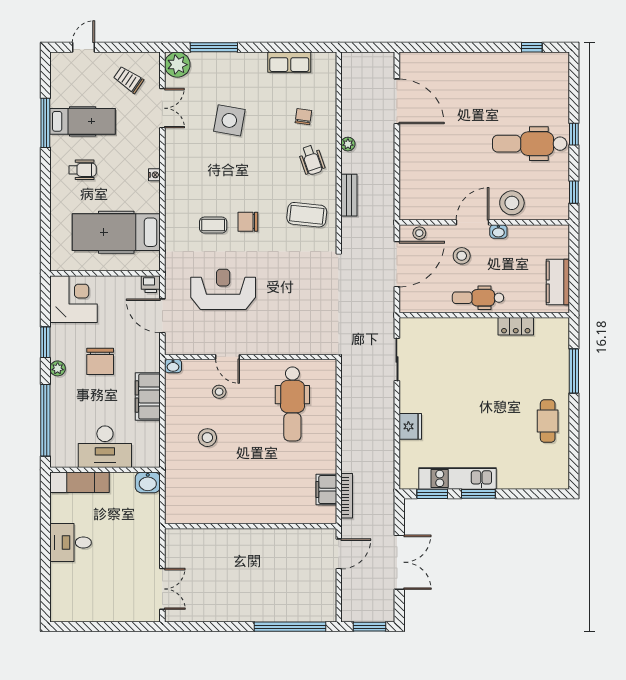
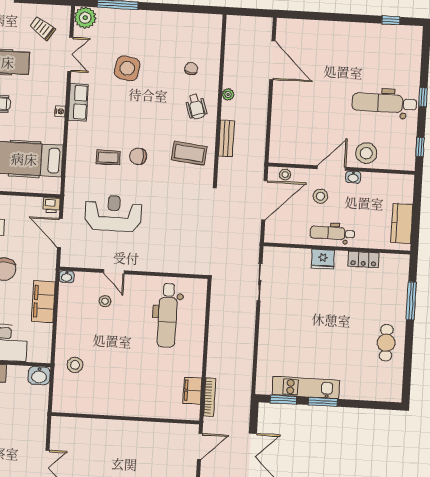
row of seats: (289, 62) -> (78, 102), moved, turned -90
fridge: (410, 426) -> (323, 259), moved, turned 90
stool: (207, 438) -> (75, 365), moved

